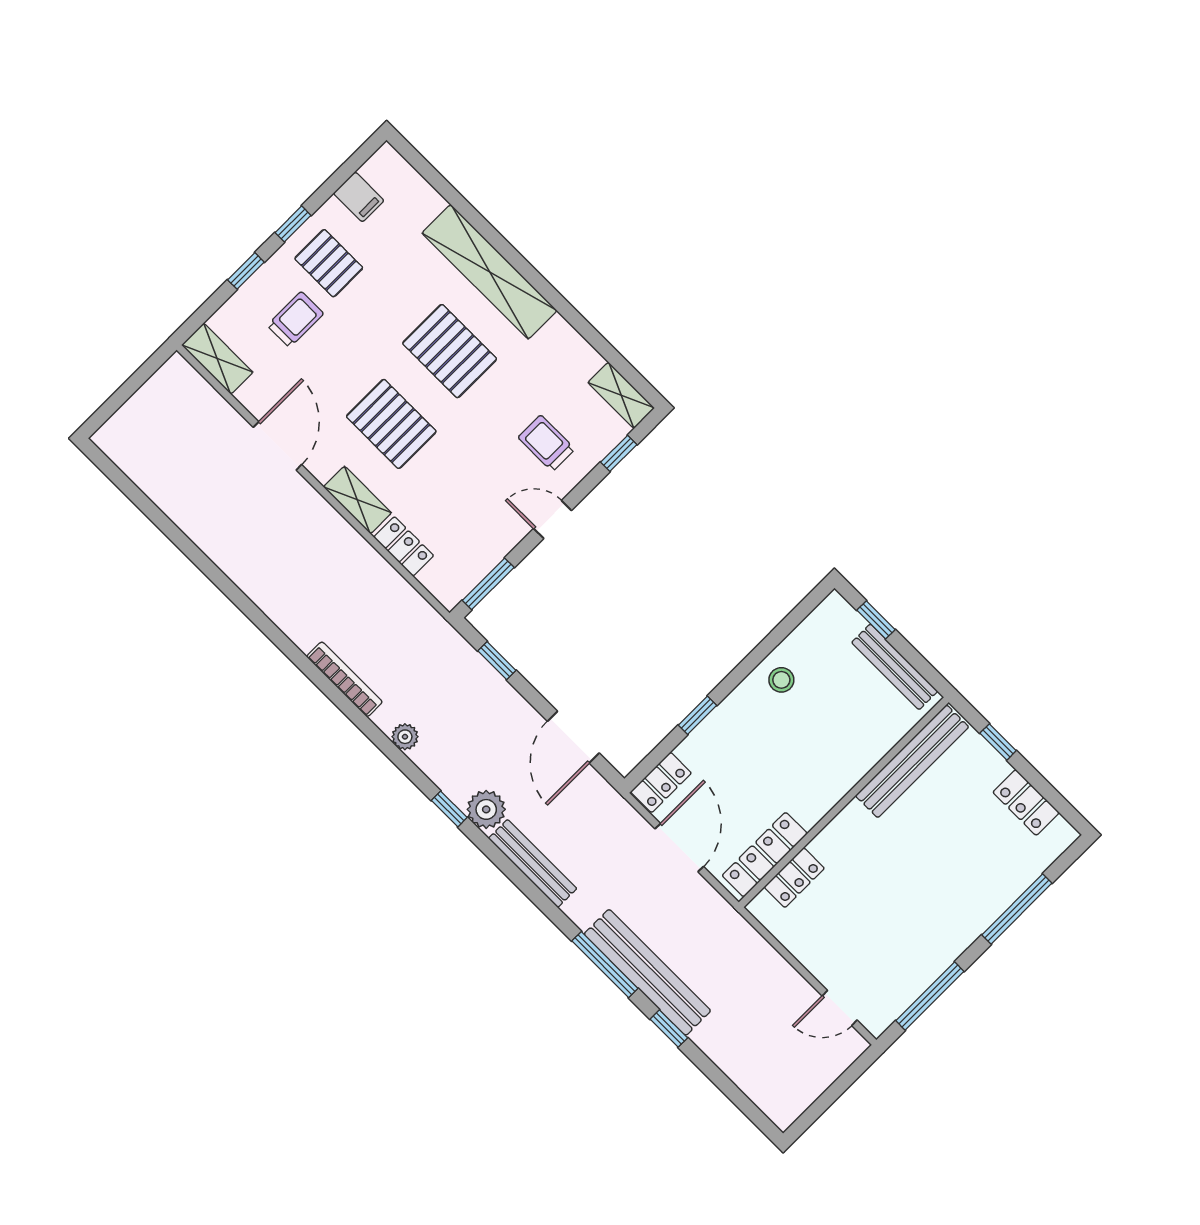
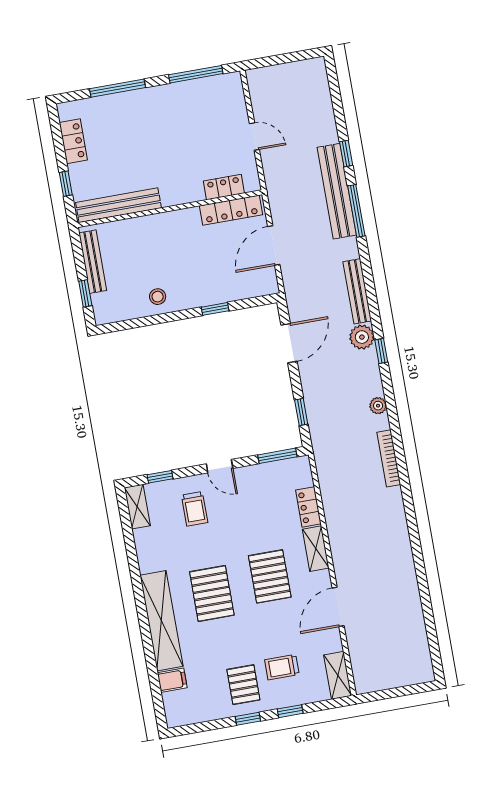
filing cabinet: (359, 197) -> (172, 680), moved, turned 90
locker: (661, 782) -> (259, 287), removed
door: (840, 1008) -> (254, 137), moved

